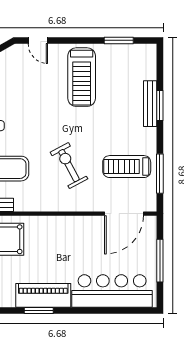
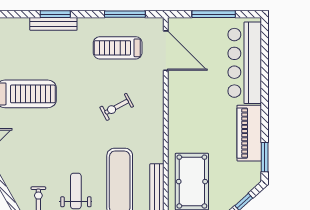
exercise bike: (69, 166) -> (117, 107), width x0.73, depth x0.72
treadmill: (127, 167) -> (118, 48), turned 90
window: (39, 310) -> (265, 157), moved

